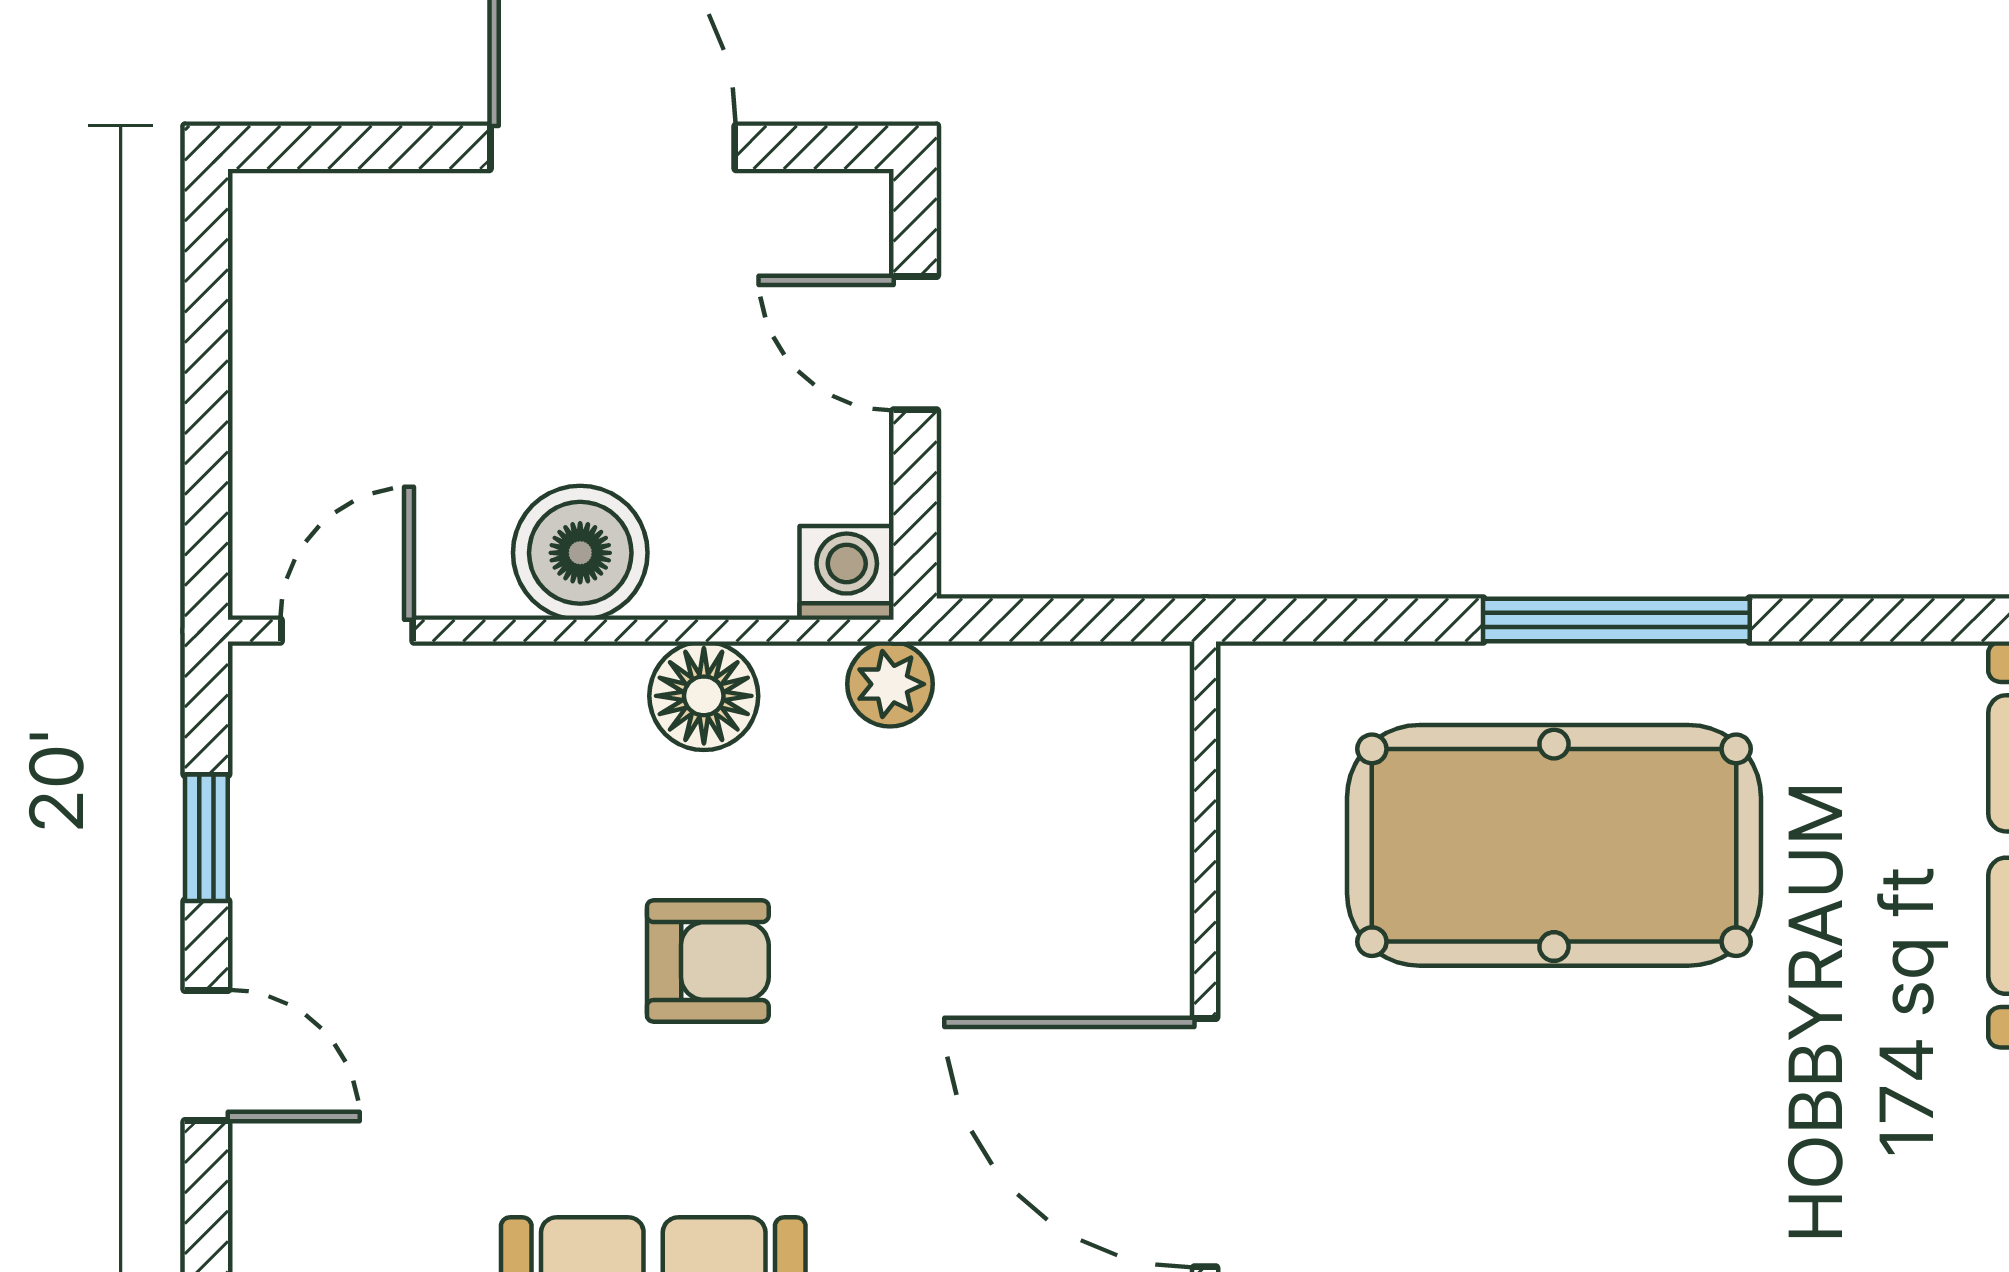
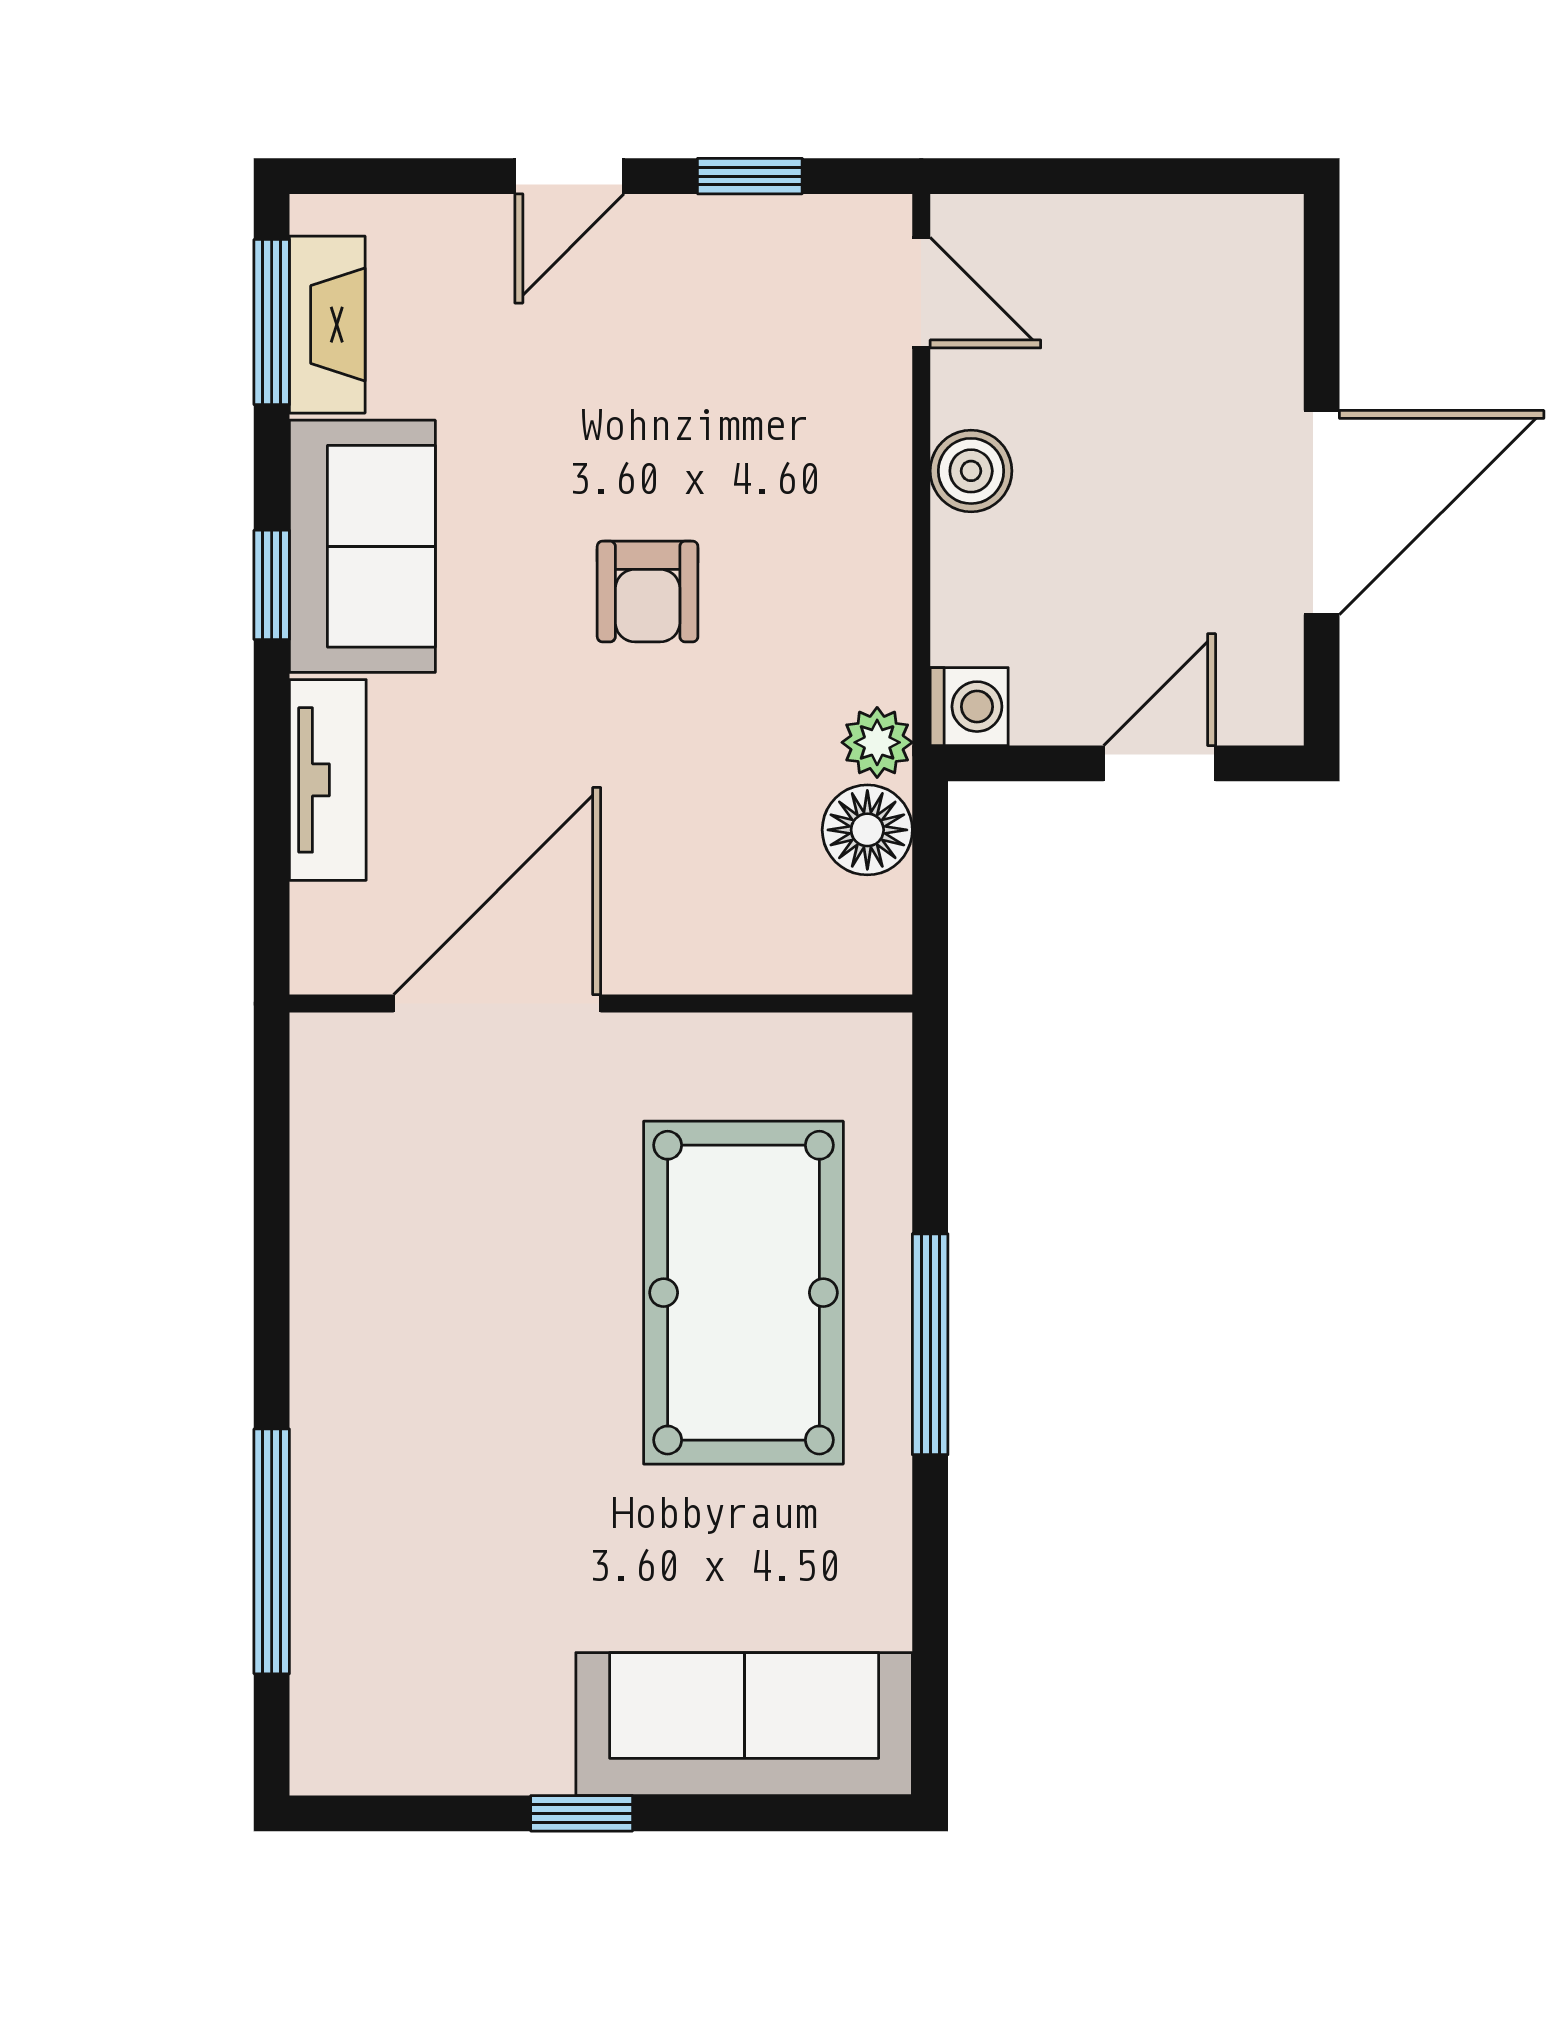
boiler: (580, 553) -> (971, 471), width x0.73, depth x0.73
floor lamp: (704, 696) -> (867, 830), moved

